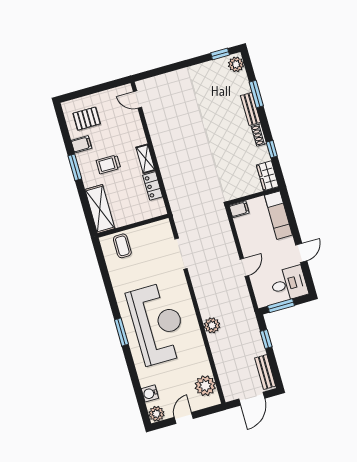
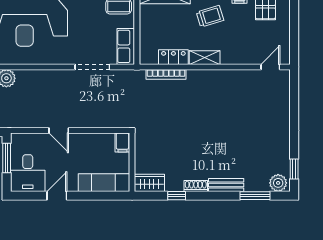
window: (256, 94) -> (255, 196), moved
trolley: (108, 164) -> (210, 16), turned 73
bookcase: (169, 188) -> (166, 74), added
row of seats: (155, 230) -> (126, 46), added
door: (301, 253) -> (57, 196), swing flipped

